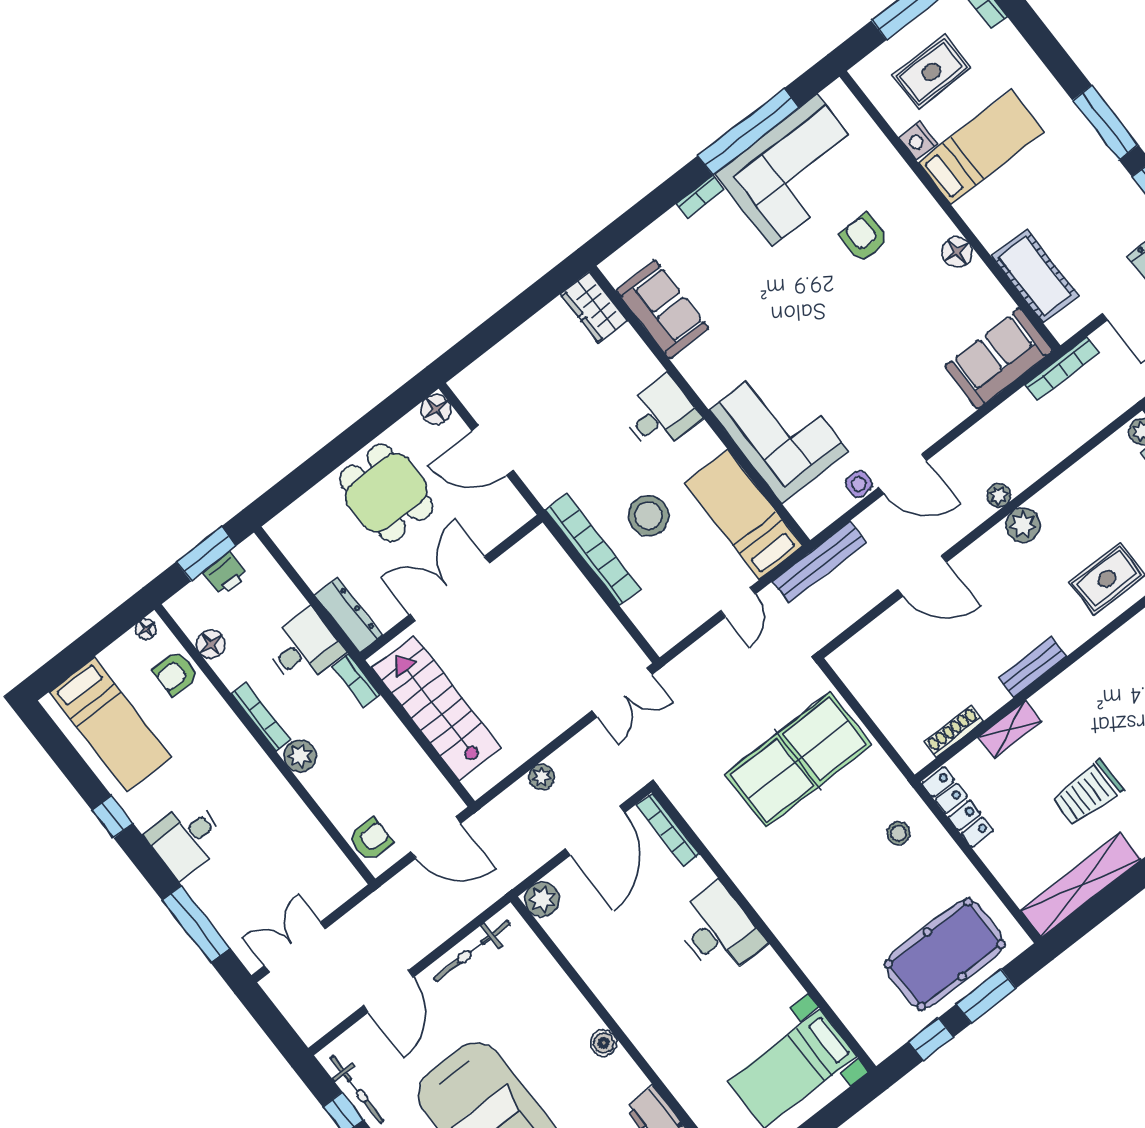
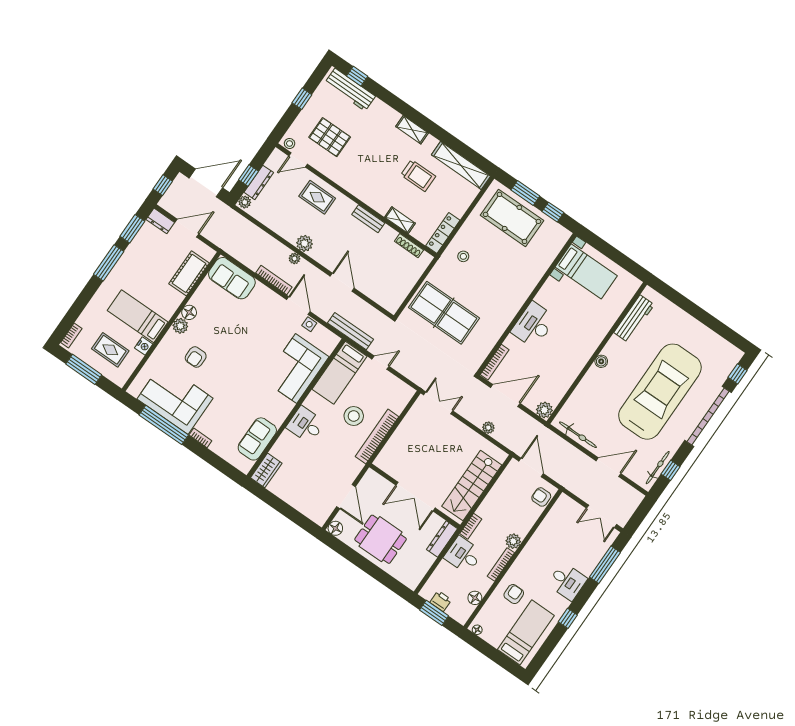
plant: (936, 226) -> (180, 326), added
bookcase: (1062, 369) -> (274, 280), moved
dining table: (386, 493) -> (381, 539), turned 90
armchair: (175, 673) -> (514, 594), moved, turned -90

